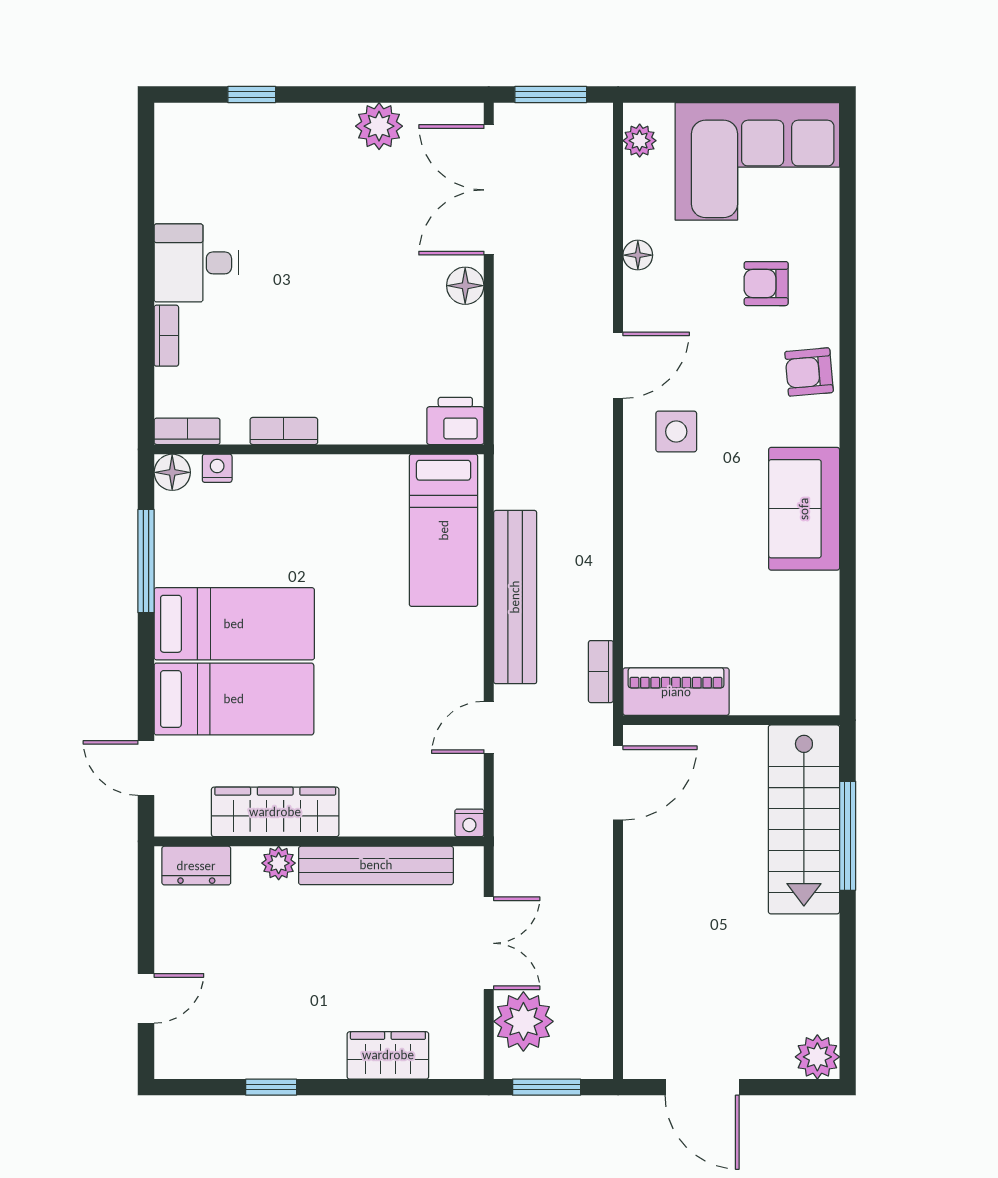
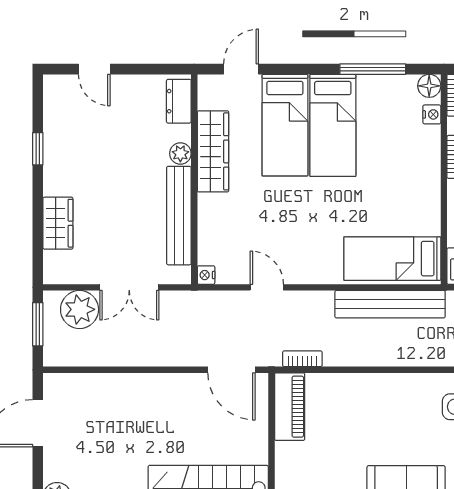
bench: (515, 597) -> (390, 304), moved

